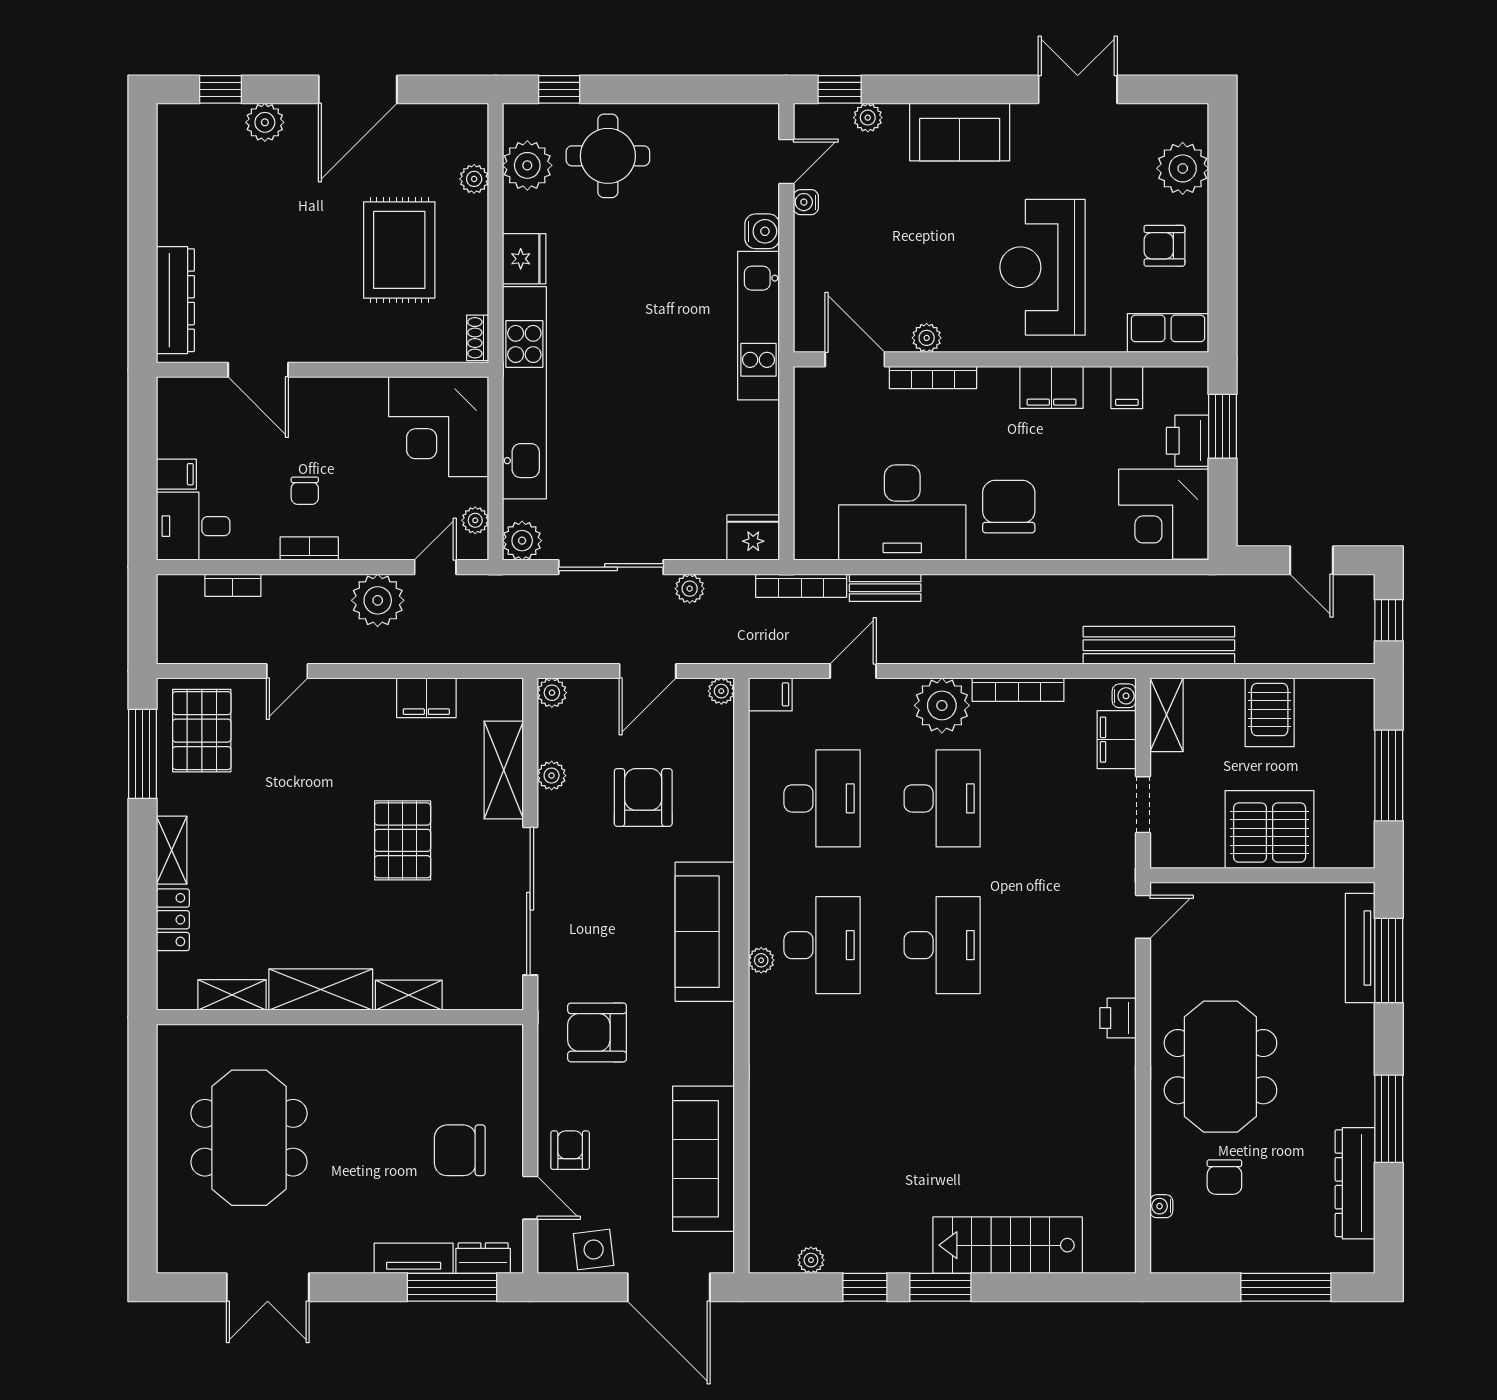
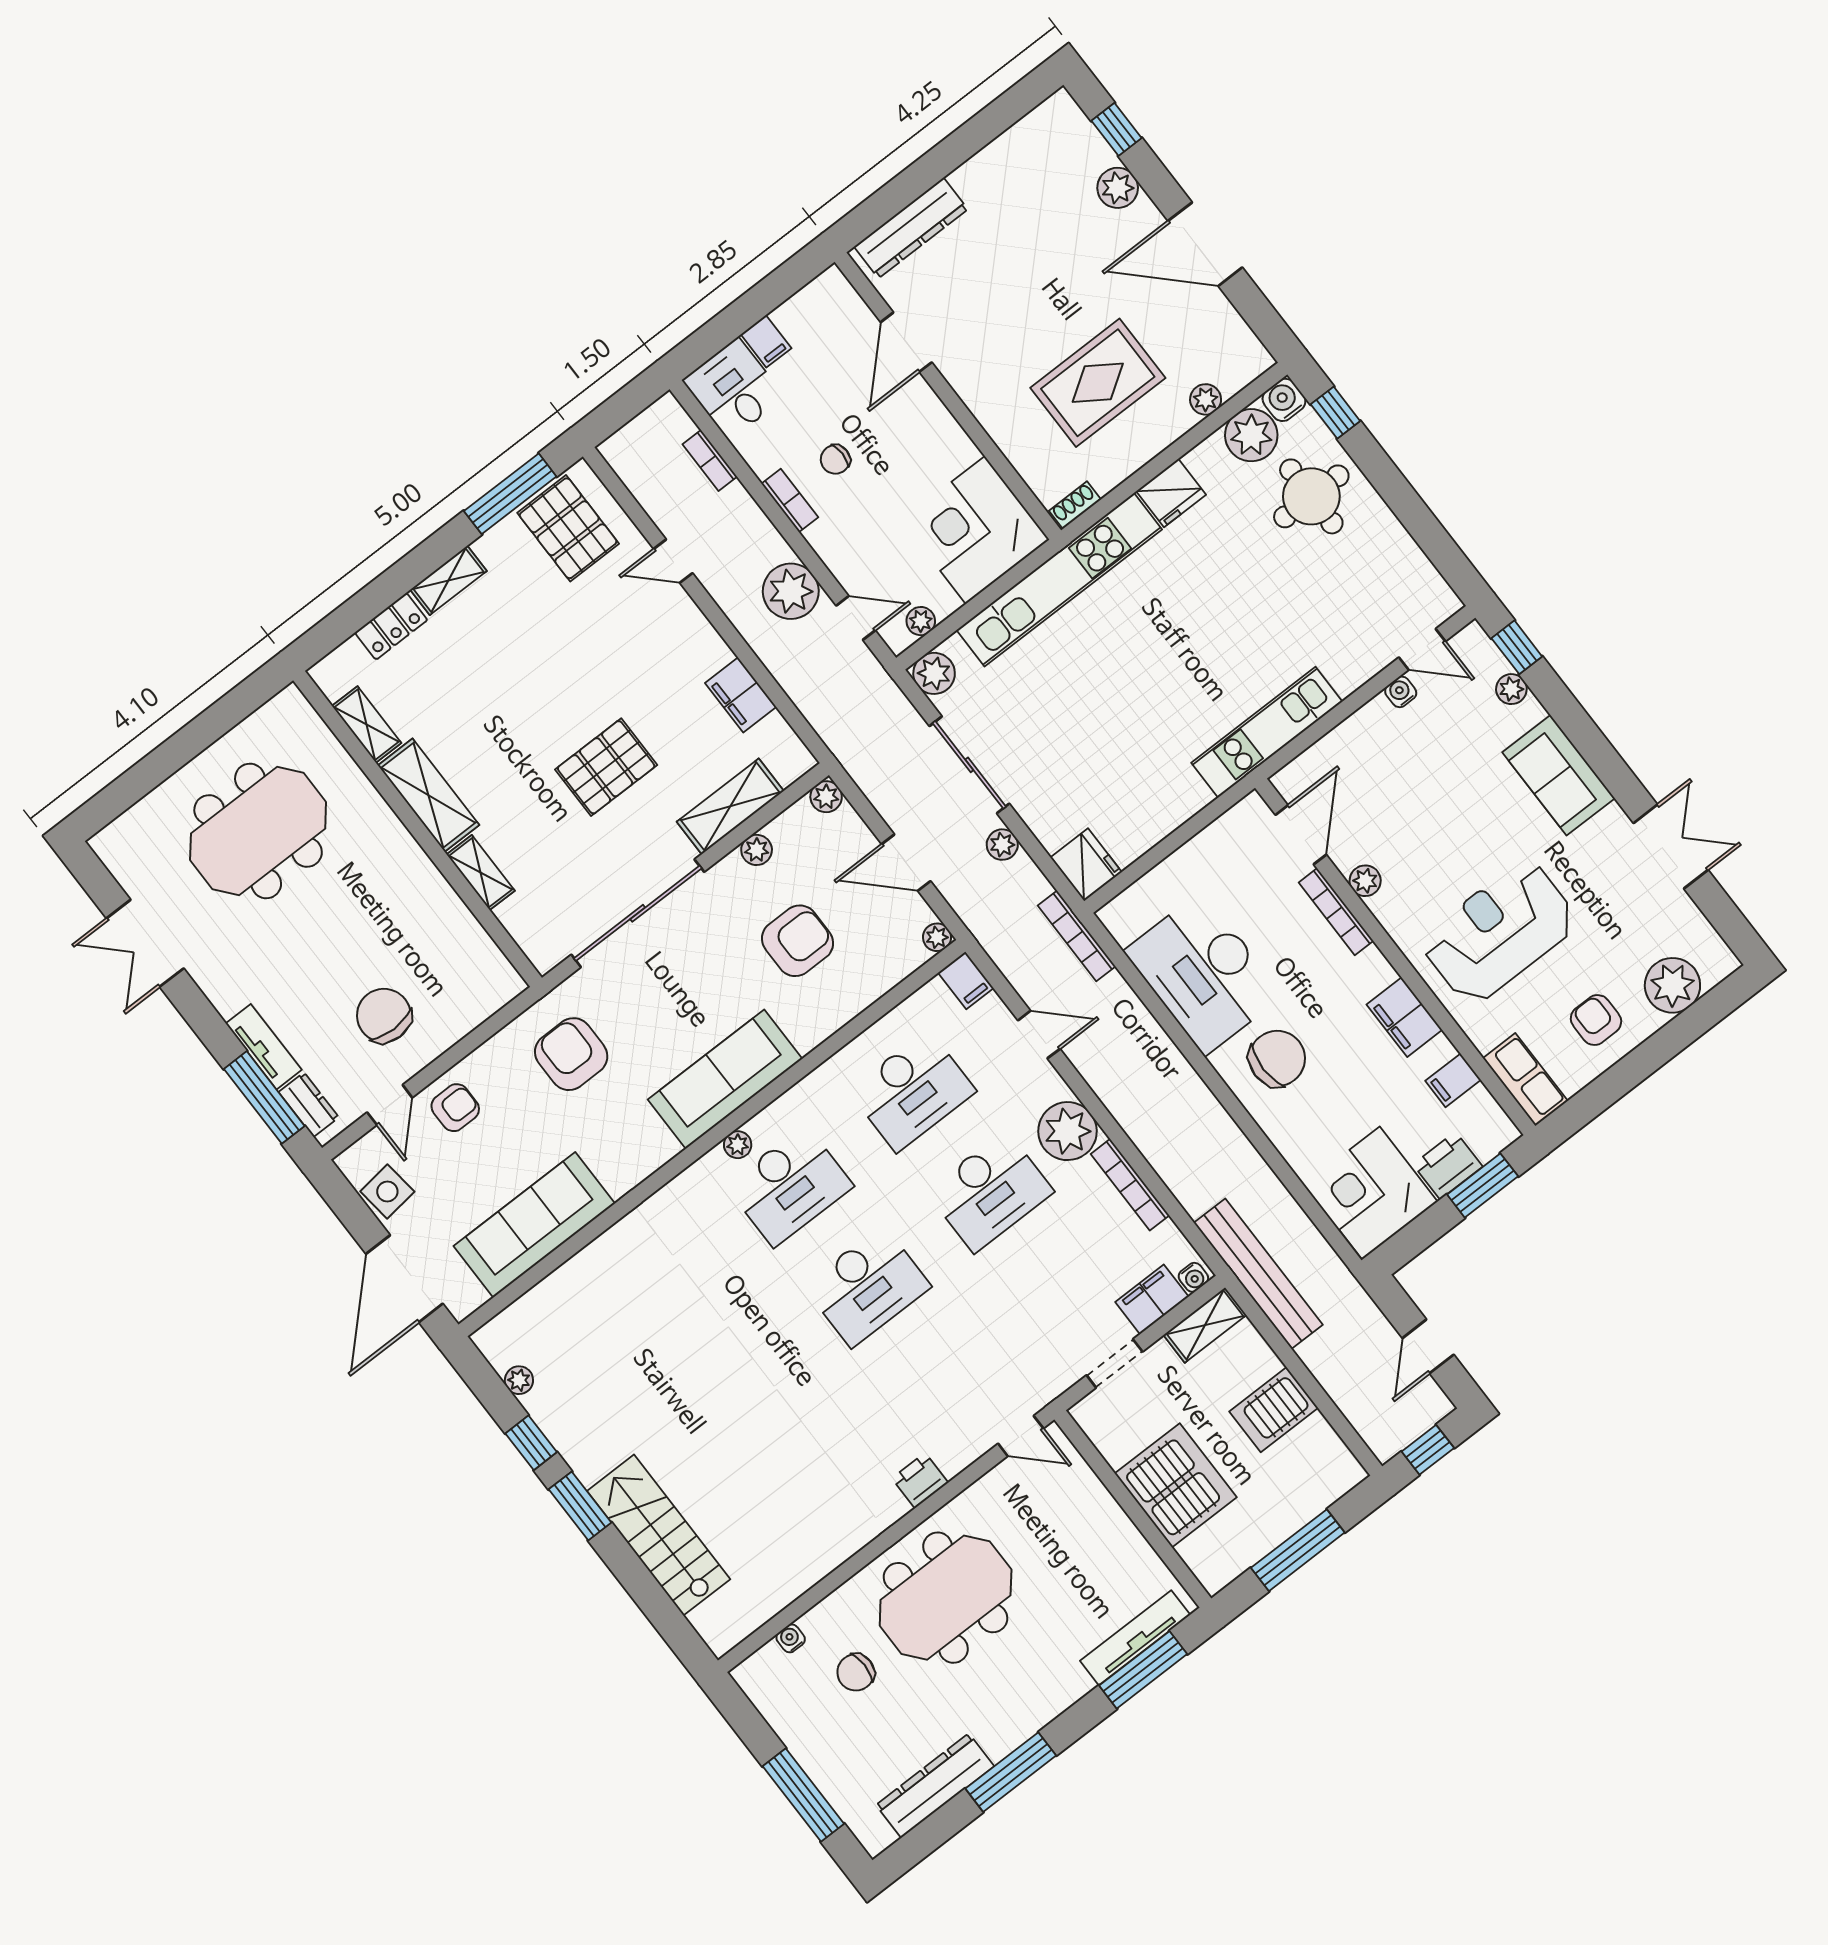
water cooler: (762, 231) -> (1284, 400), moved, turned 180
bench: (885, 588) -> (1129, 1008), removed
pallet: (202, 731) -> (568, 528), turned 90

